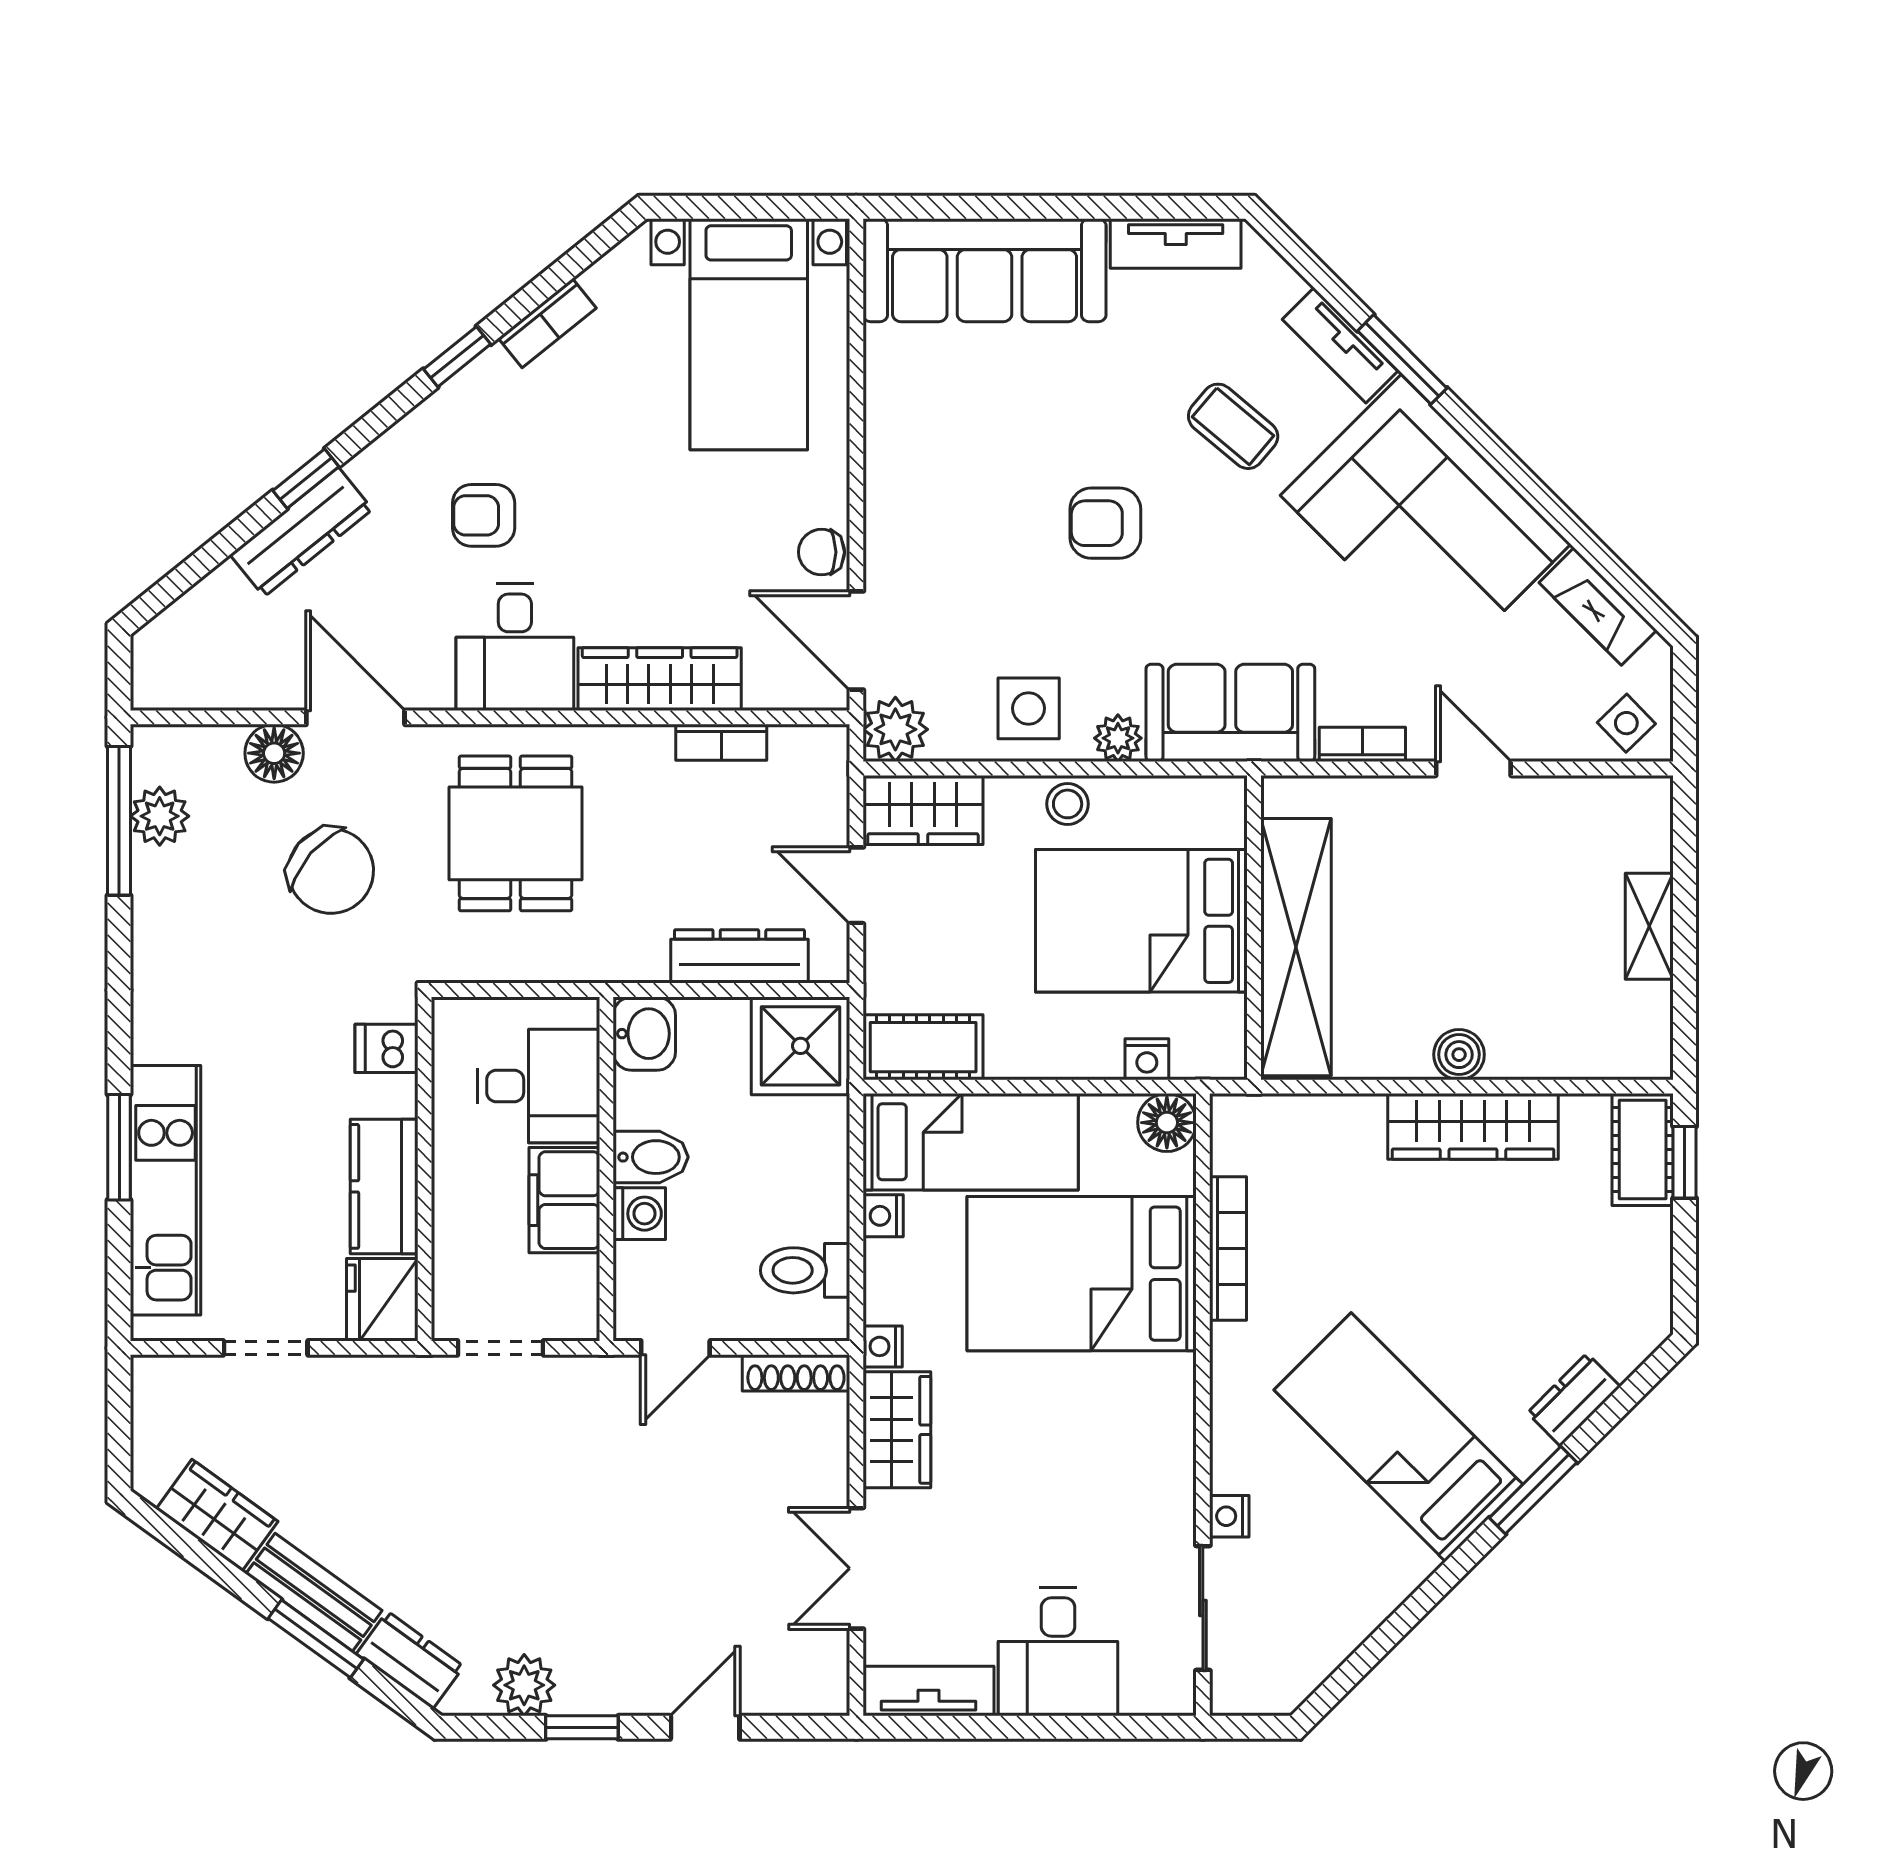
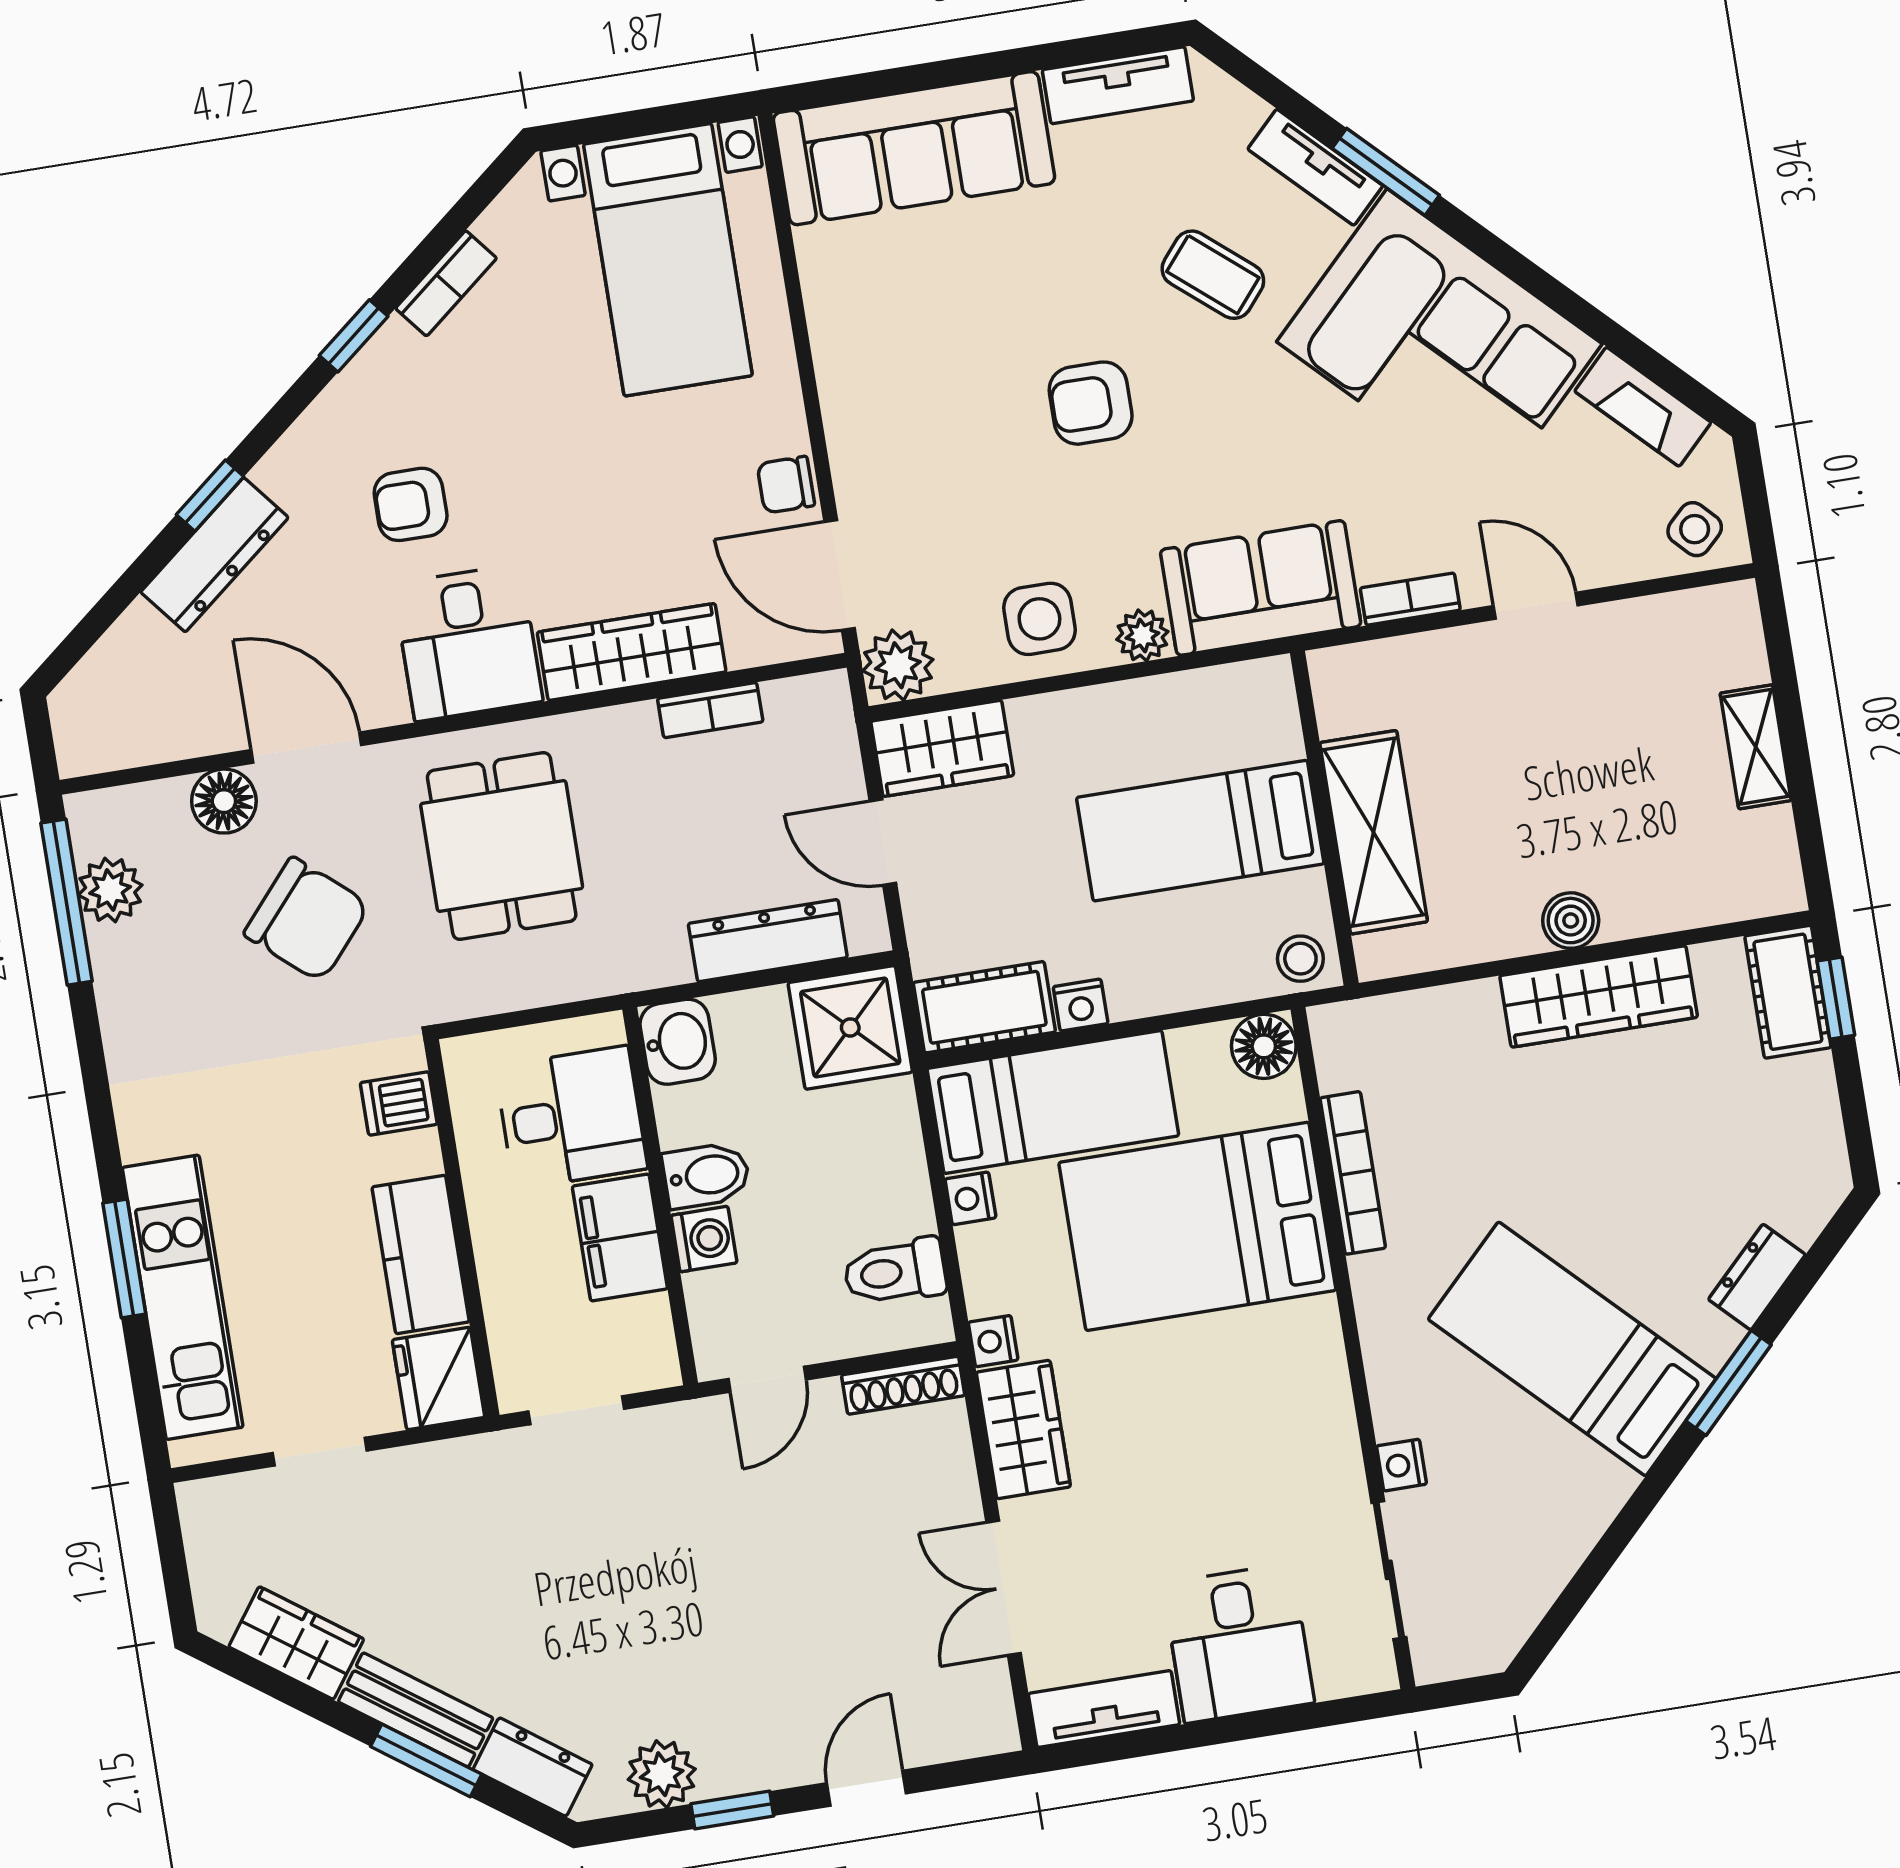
stool: (1068, 804) -> (1300, 959), moved
bed: (1141, 921) -> (1200, 831), width x0.67
shelving: (1296, 947) -> (1374, 832), width x0.68
nightstand: (1147, 1059) -> (1081, 1005), moved

